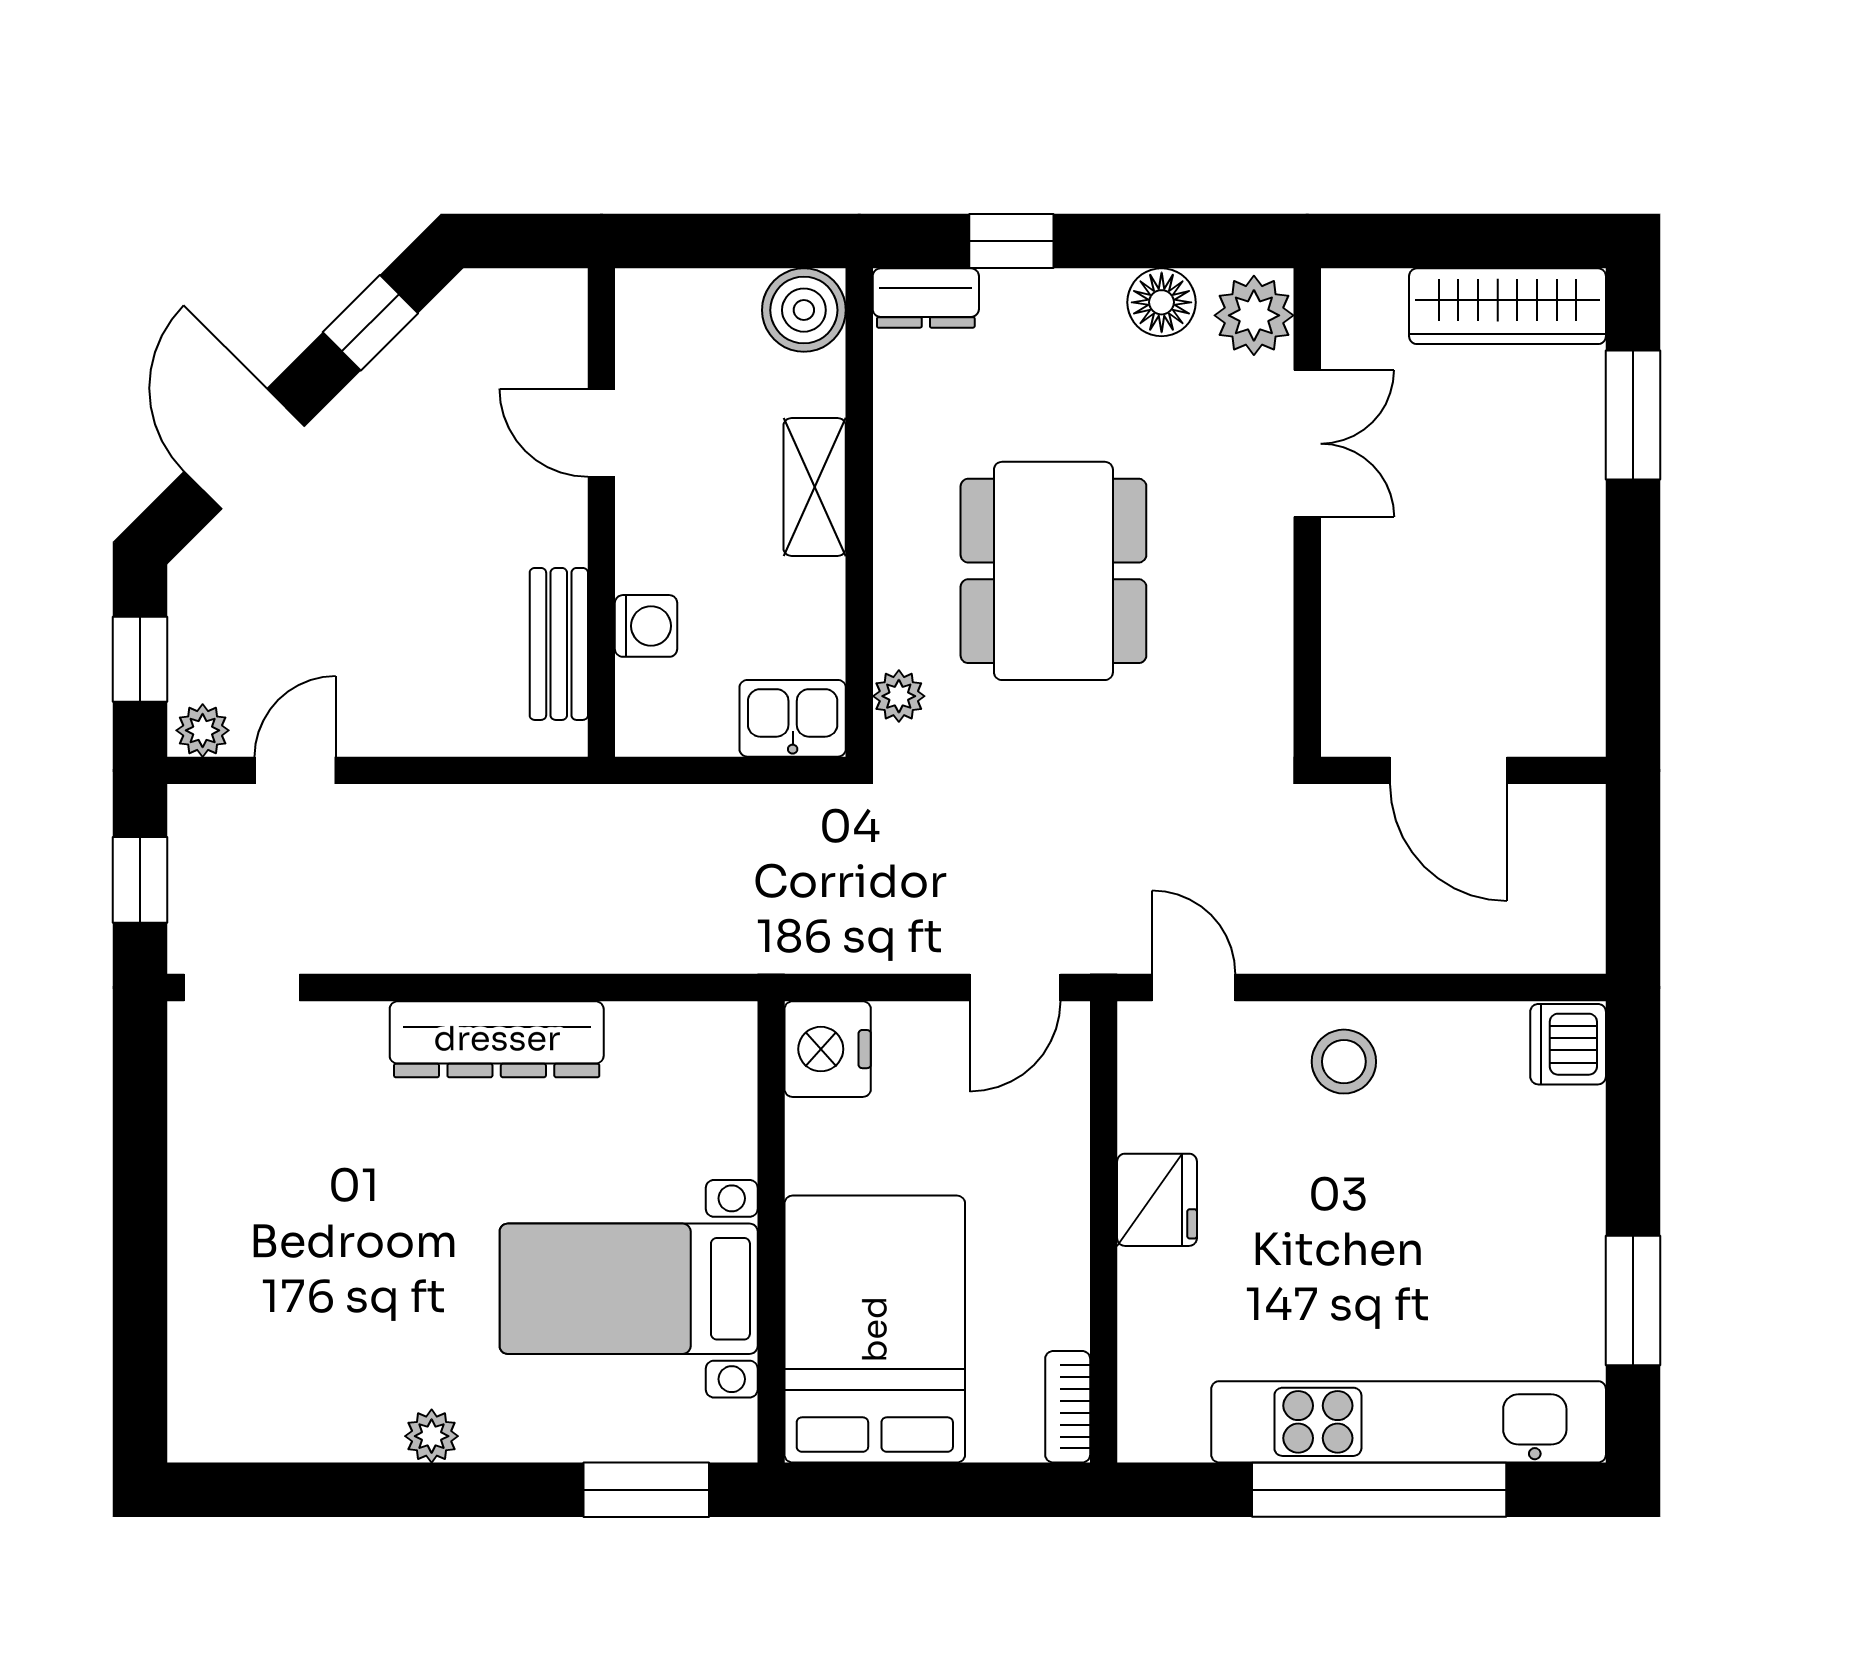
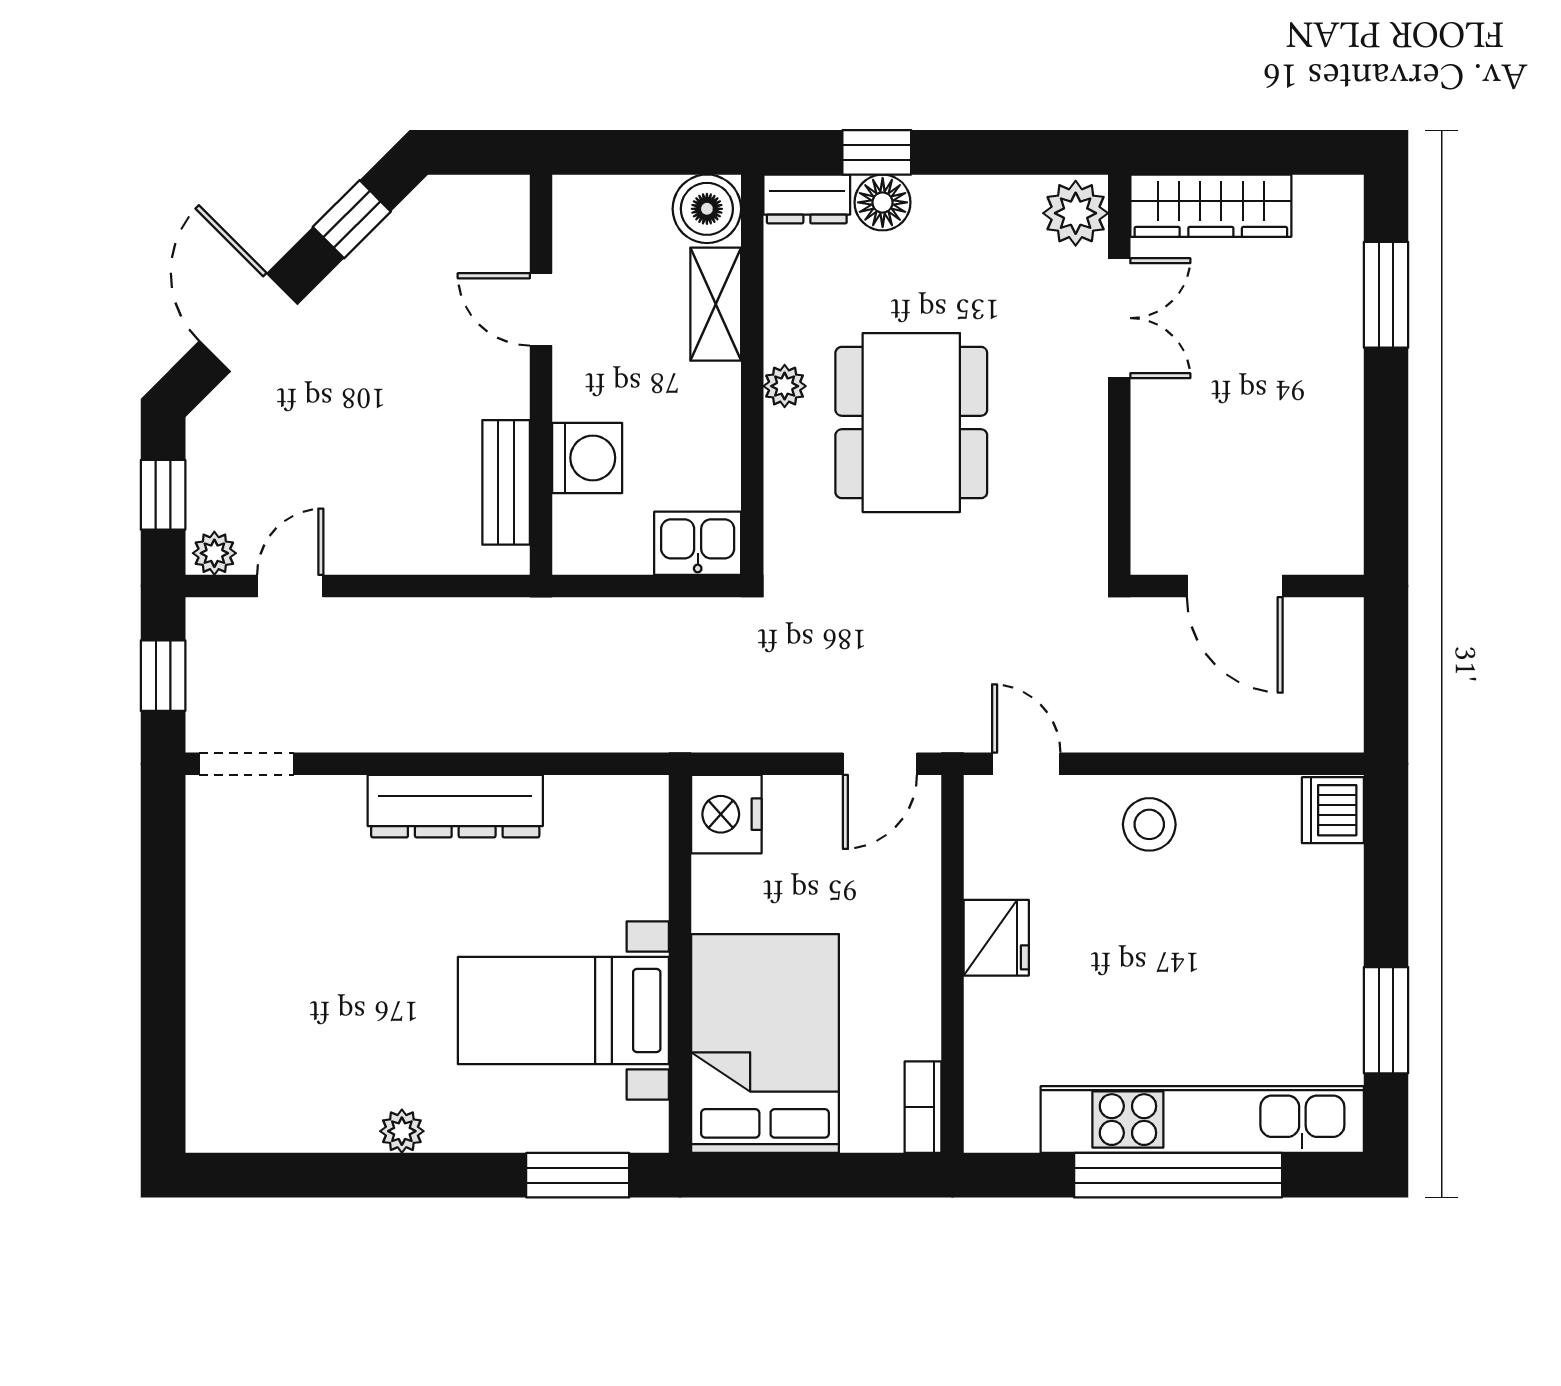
floor lamp: (1162, 302) -> (883, 202), moved
wardrobe: (1508, 306) -> (1211, 206), moved
shelving: (815, 487) -> (716, 304), moved
washing machine: (646, 626) -> (587, 458), width x1.38, depth x1.38
plant: (899, 696) -> (785, 386), moved

